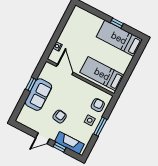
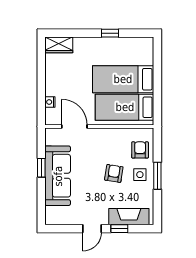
wardrobe: (81, 14) -> (59, 45), added
bed: (119, 38) -> (123, 79), moved
sofa: (38, 95) -> (58, 176), width x1.36
armchair: (60, 117) -> (114, 173), moved

